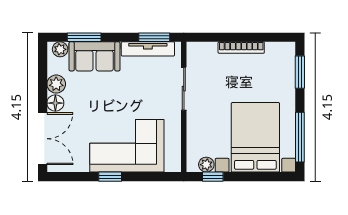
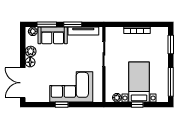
window: (154, 37) -> (73, 24), moved
bed with nightstands: (255, 137) -> (139, 82), width x0.73
double door: (43, 139) -> (23, 83), swing flipped
window: (213, 177) -> (137, 105), moved

